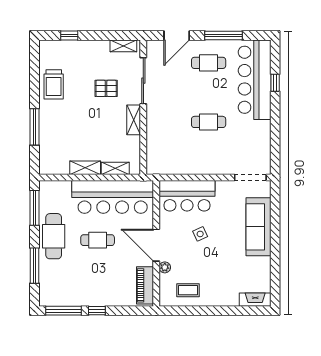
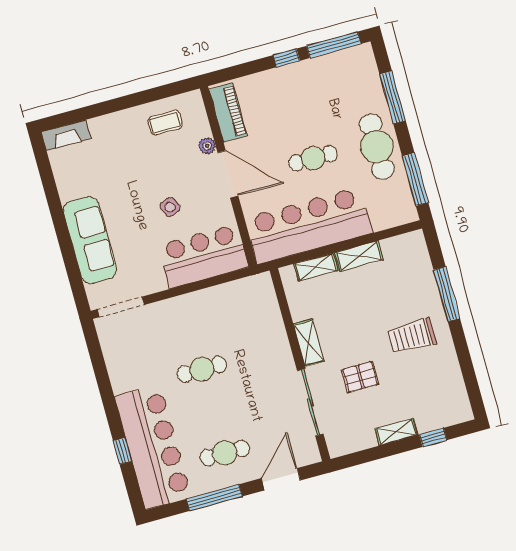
shelving: (123, 46) -> (396, 432), moved
trolley: (54, 84) -> (412, 336), moved, turned -90

